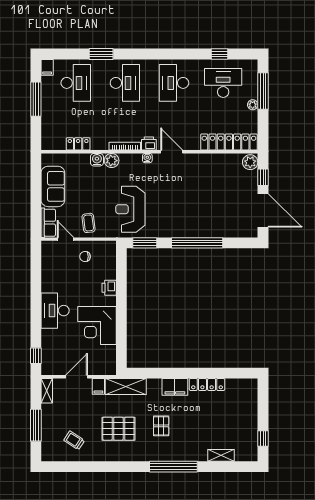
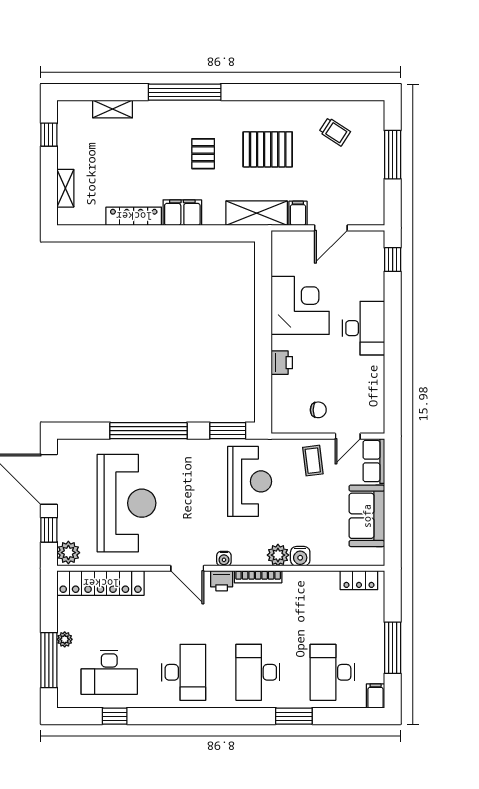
locker: (78, 144) -> (359, 580), moved
reception desk: (212, 195) -> (127, 503), added
door: (65, 239) -> (348, 436), hinge flipped
shelving: (47, 391) -> (65, 188), moved

